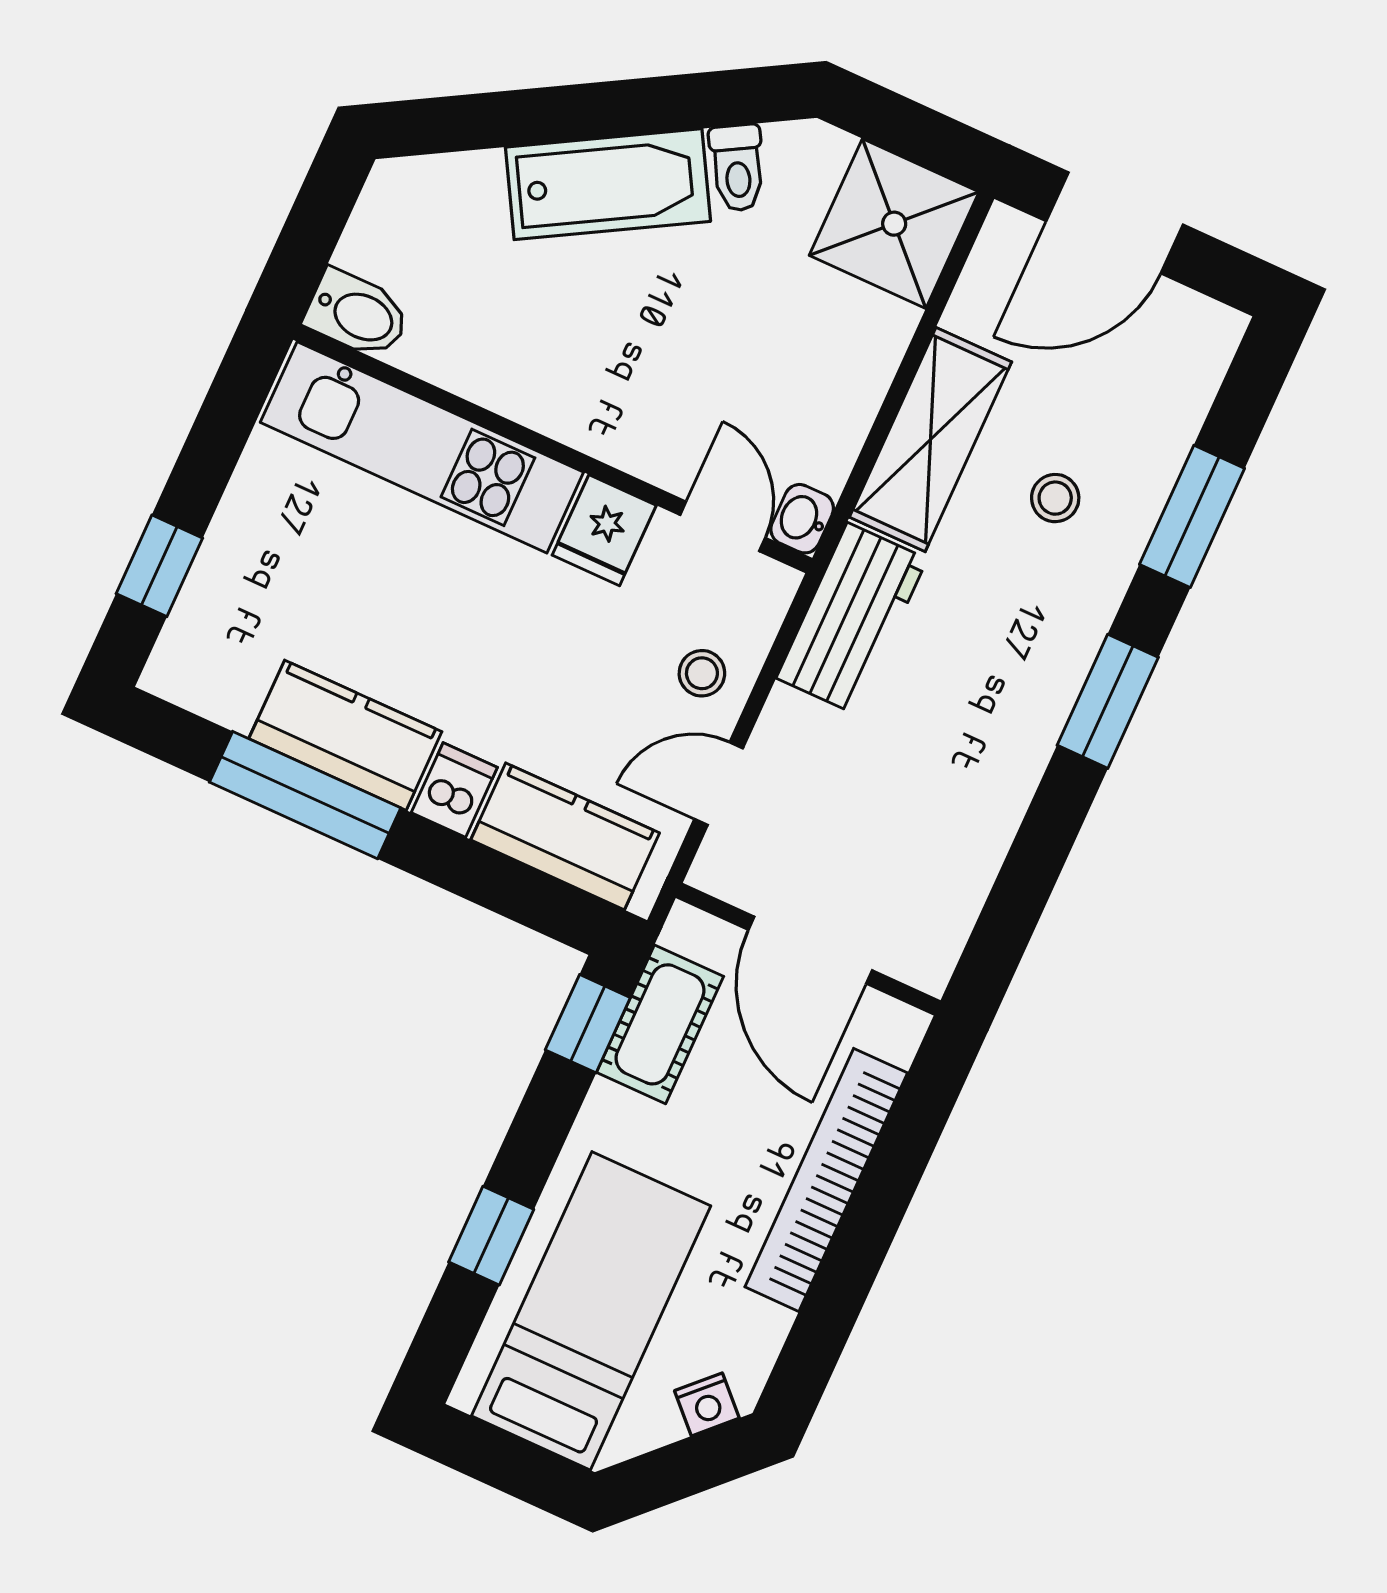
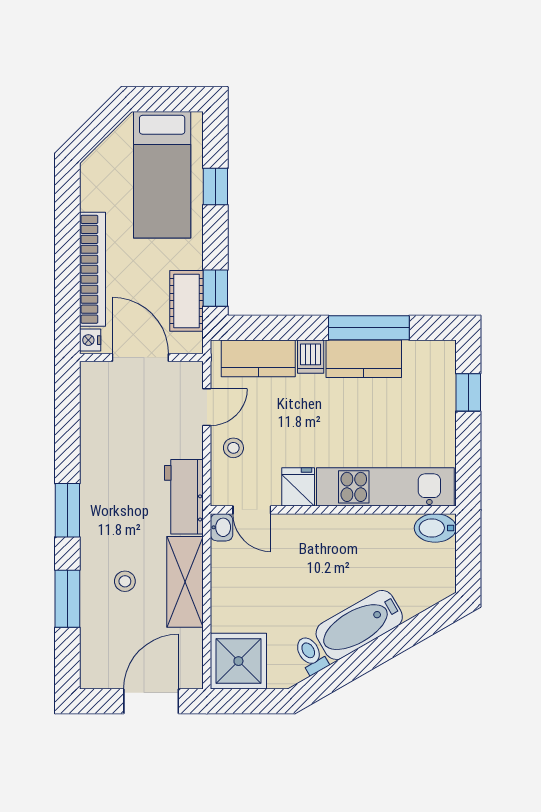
nightstand: (707, 1404) -> (90, 340), moved, turned -45

